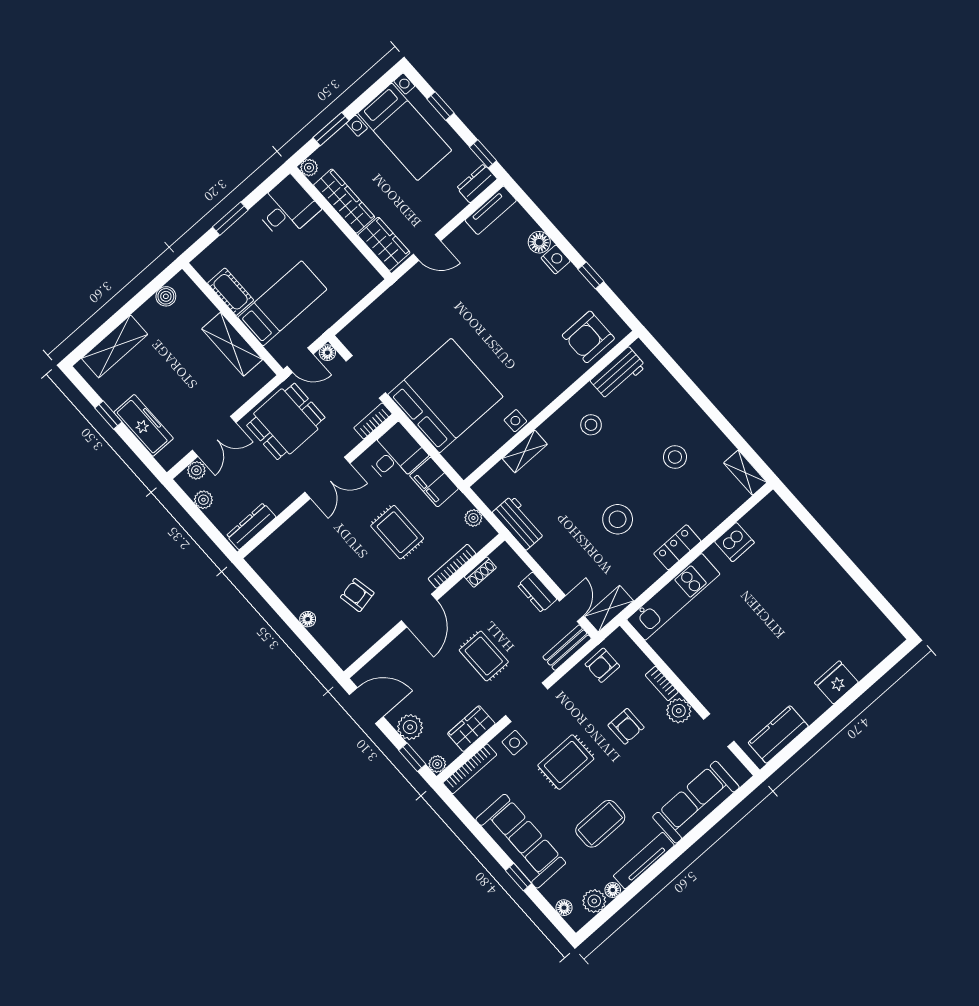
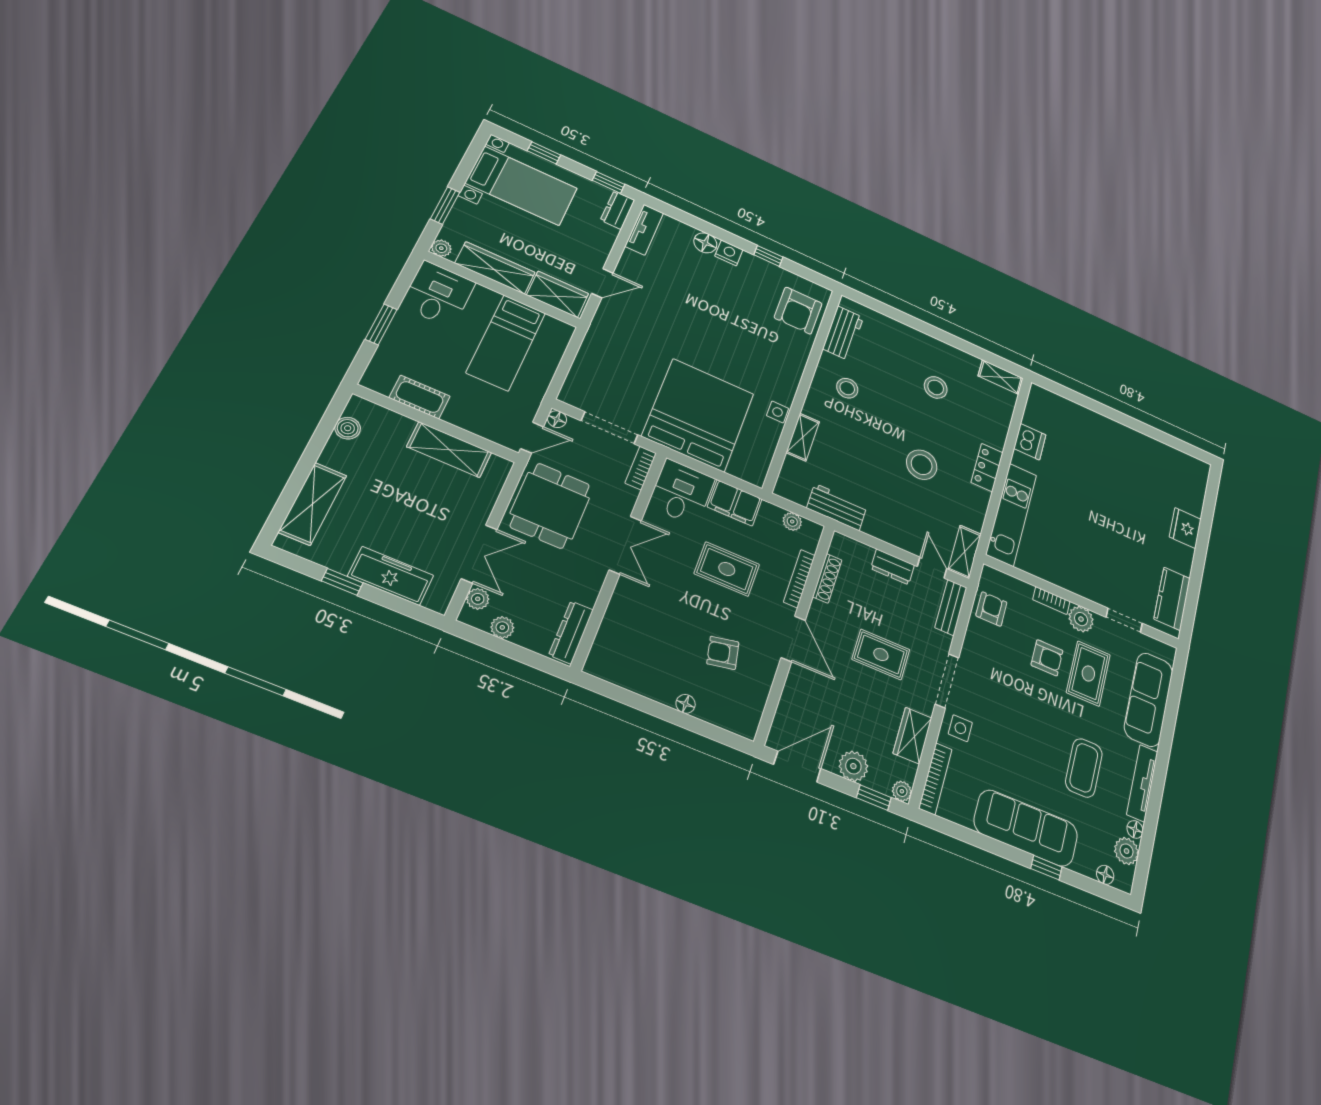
bed: (282, 303) -> (506, 343), moved, turned 180
shoe rack: (480, 572) -> (827, 578), width x1.43
armchair: (602, 665) -> (991, 609), turned 180
rug: (566, 762) -> (1088, 673), moved

